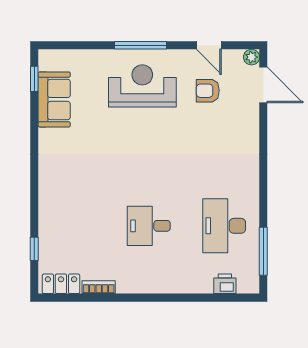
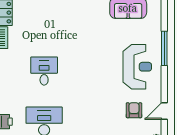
window: (141, 45) -> (164, 48), moved

